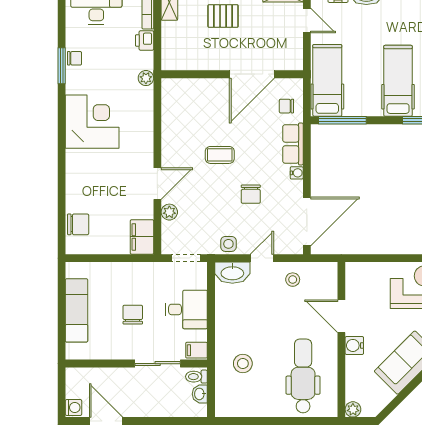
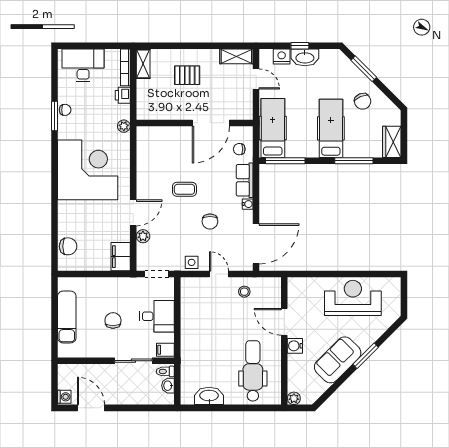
corner desk: (92, 122) -> (88, 170), width x1.36, depth x1.36
door: (262, 258) -> (219, 274), hinge flipped
washbasin: (232, 273) -> (209, 396), moved, turned 180
stool: (243, 364) -> (203, 361), removed

